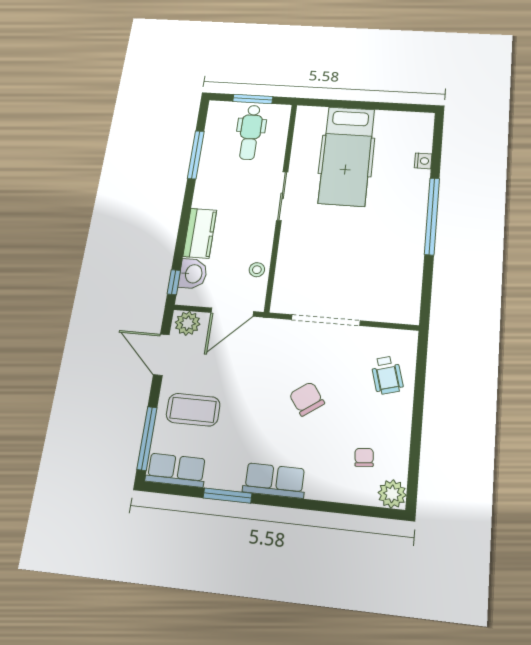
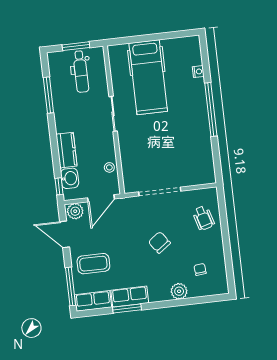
row of seats: (274, 480) -> (130, 297), moved
plant: (392, 494) -> (179, 291), moved

